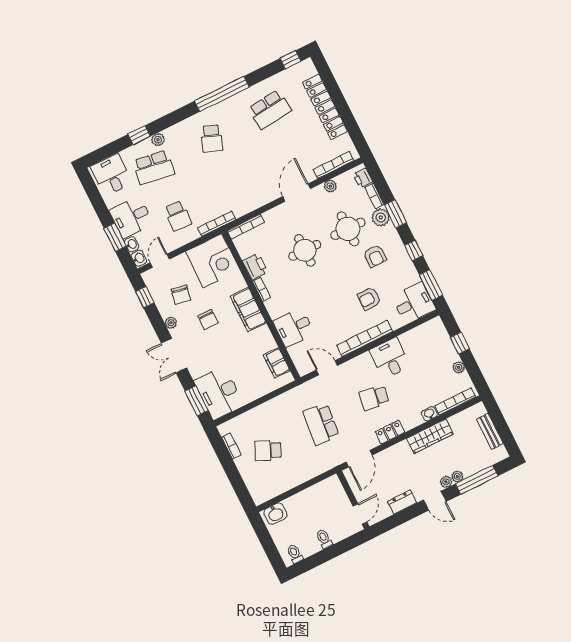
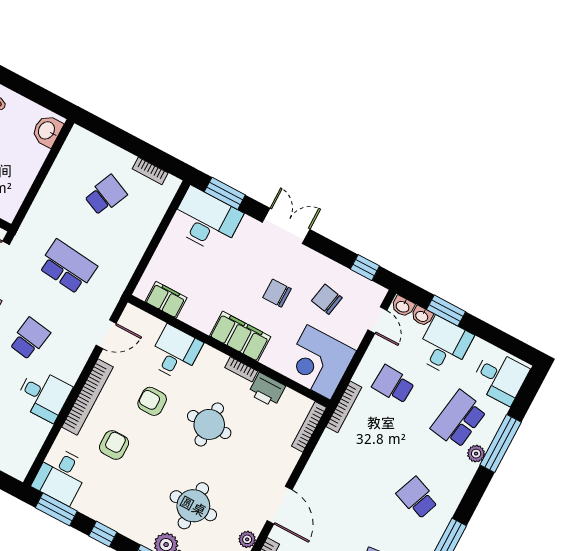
window: (139, 135) -> (501, 444), width x2.17
round table: (305, 250) -> (209, 424), moved
armchair: (375, 256) -> (152, 401), moved
plant: (171, 323) -> (316, 260), removed

